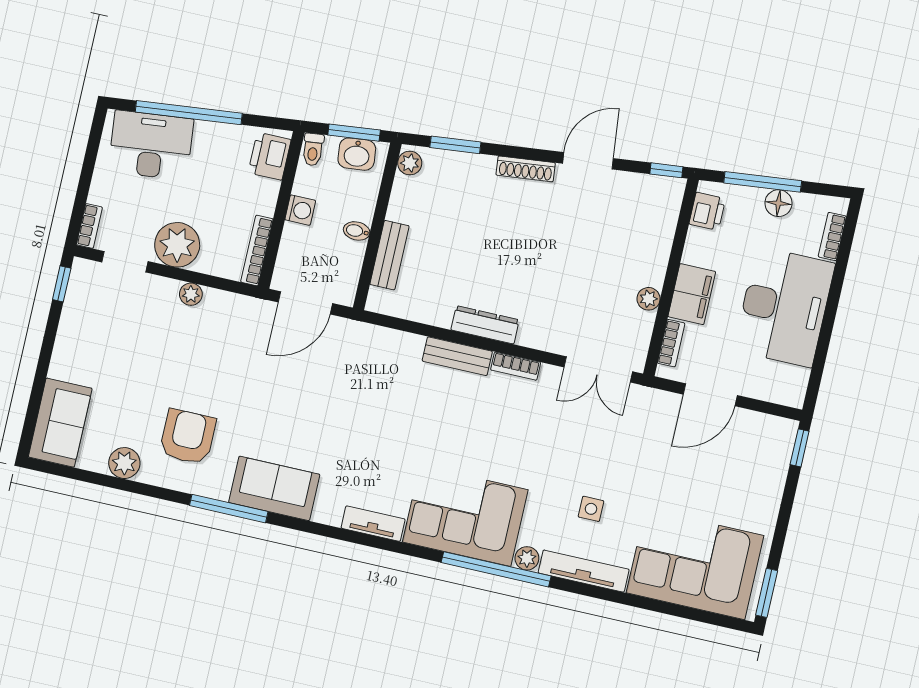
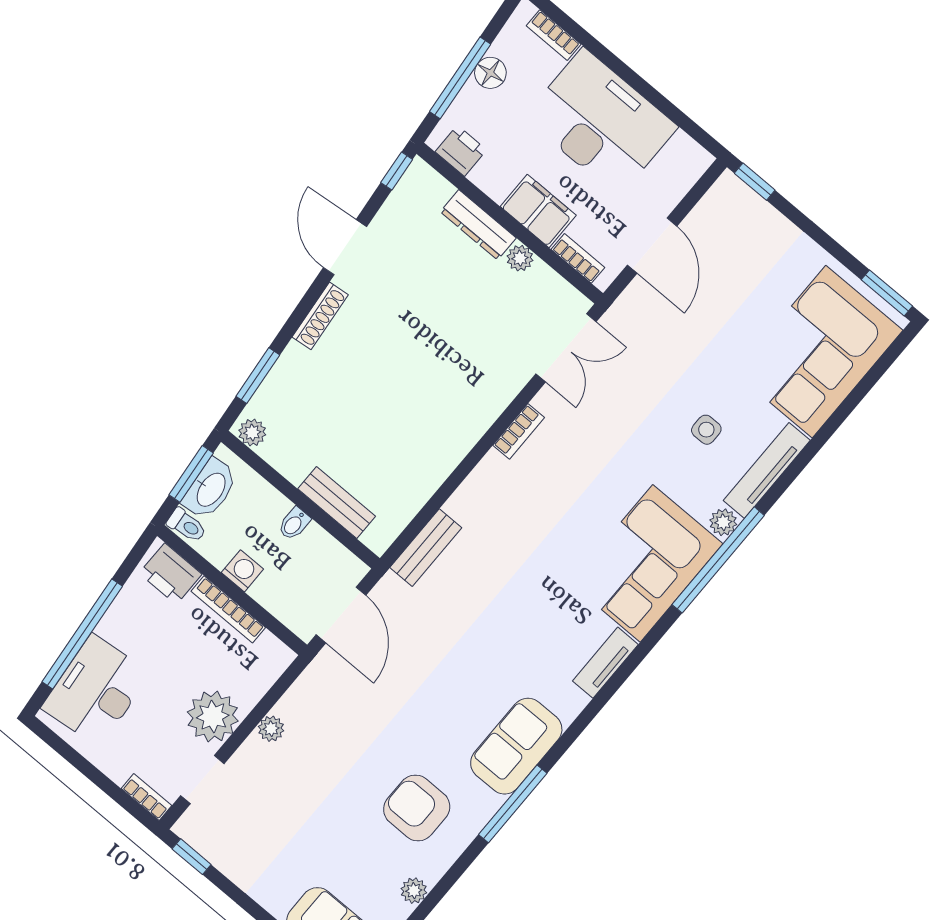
washbasin: (357, 154) -> (210, 489), width x1.38
bookcase: (257, 250) -> (228, 609), moved
dresser: (485, 325) -> (478, 225), moved, turned -90
bench: (457, 356) -> (426, 548), moved
plant: (124, 463) -> (414, 891), width x0.73, depth x0.73

